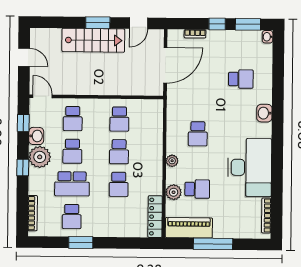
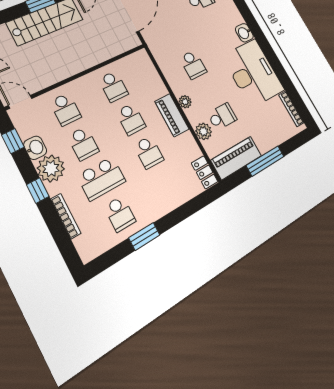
washbasin: (264, 113) -> (244, 33), moved
piano: (154, 166) -> (172, 115), added
bookcase: (33, 213) -> (66, 216), moved
locker: (155, 217) -> (205, 172), width x0.66

